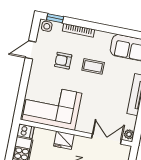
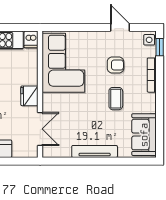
armchair: (63, 61) -> (116, 65), turned 90
plant: (129, 134) -> (50, 152), removed
fridge: (64, 140) -> (29, 96), moved

